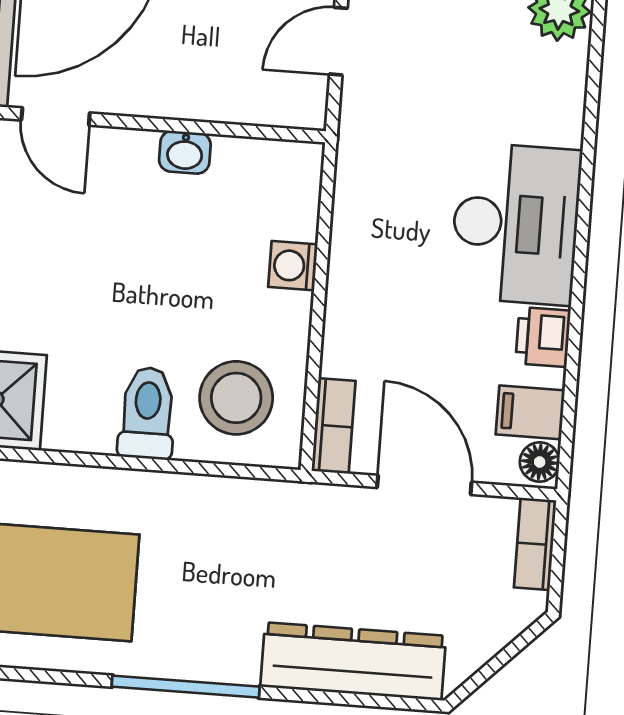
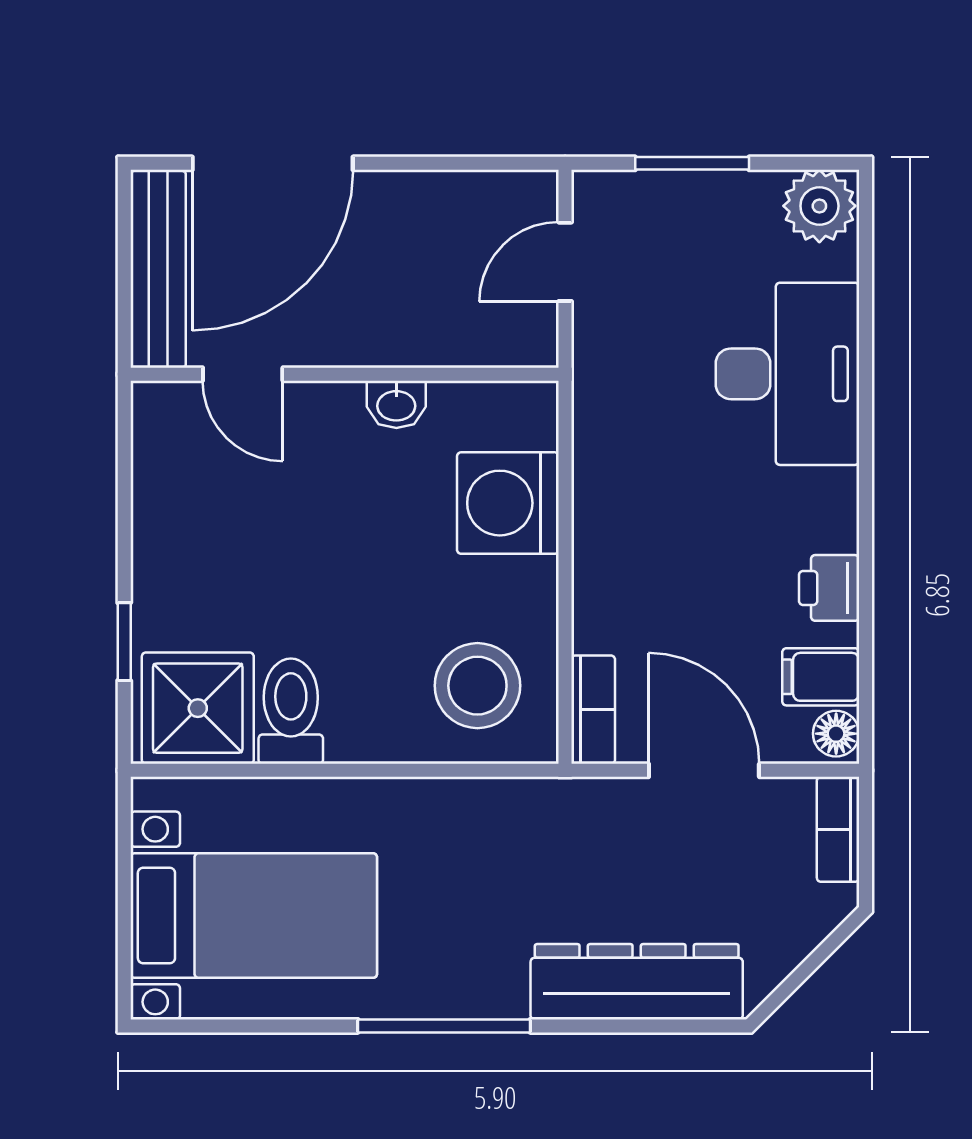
desk: (516, 224) -> (787, 374), moved
washing machine: (293, 266) -> (508, 503), width x1.89, depth x1.89
toilet: (147, 413) -> (291, 711), moved

